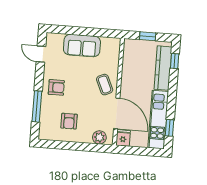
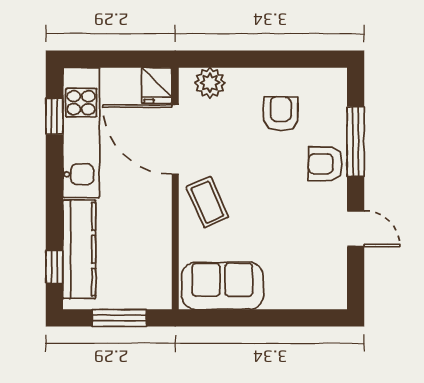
window: (148, 36) -> (119, 318), width x1.50
sofa: (82, 46) -> (222, 286), moved
door: (41, 54) -> (356, 229), moved
armchair: (56, 87) -> (325, 164), moved

